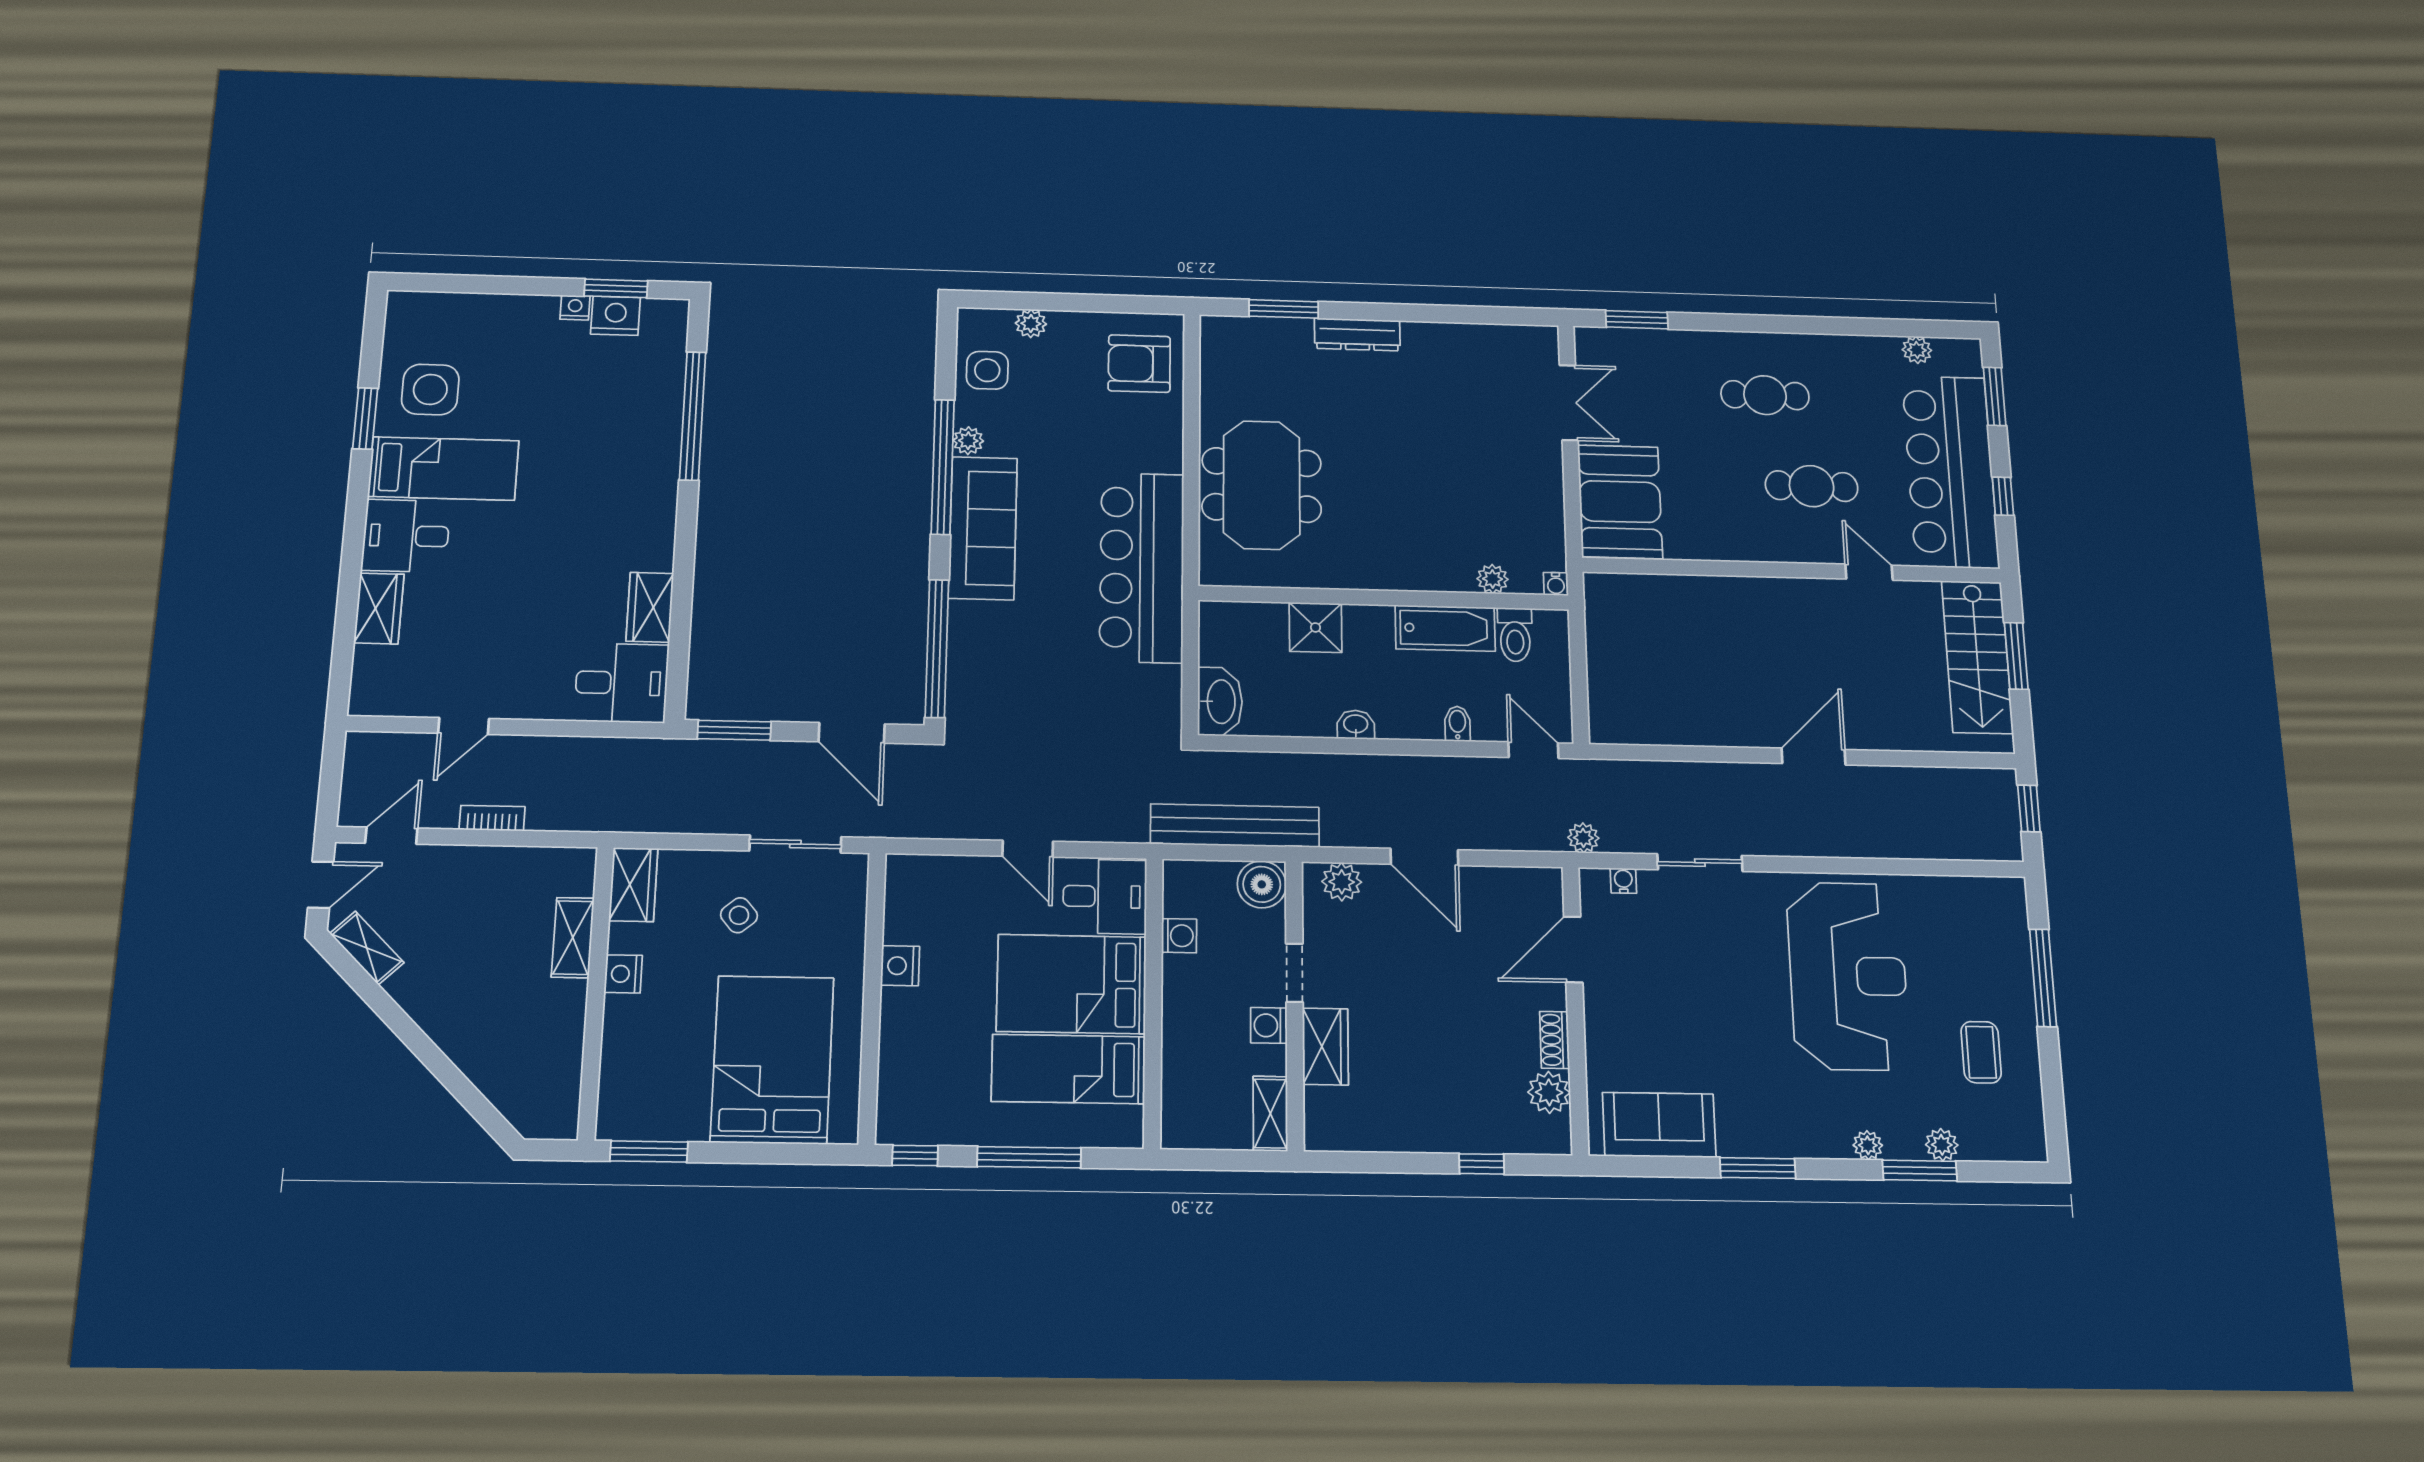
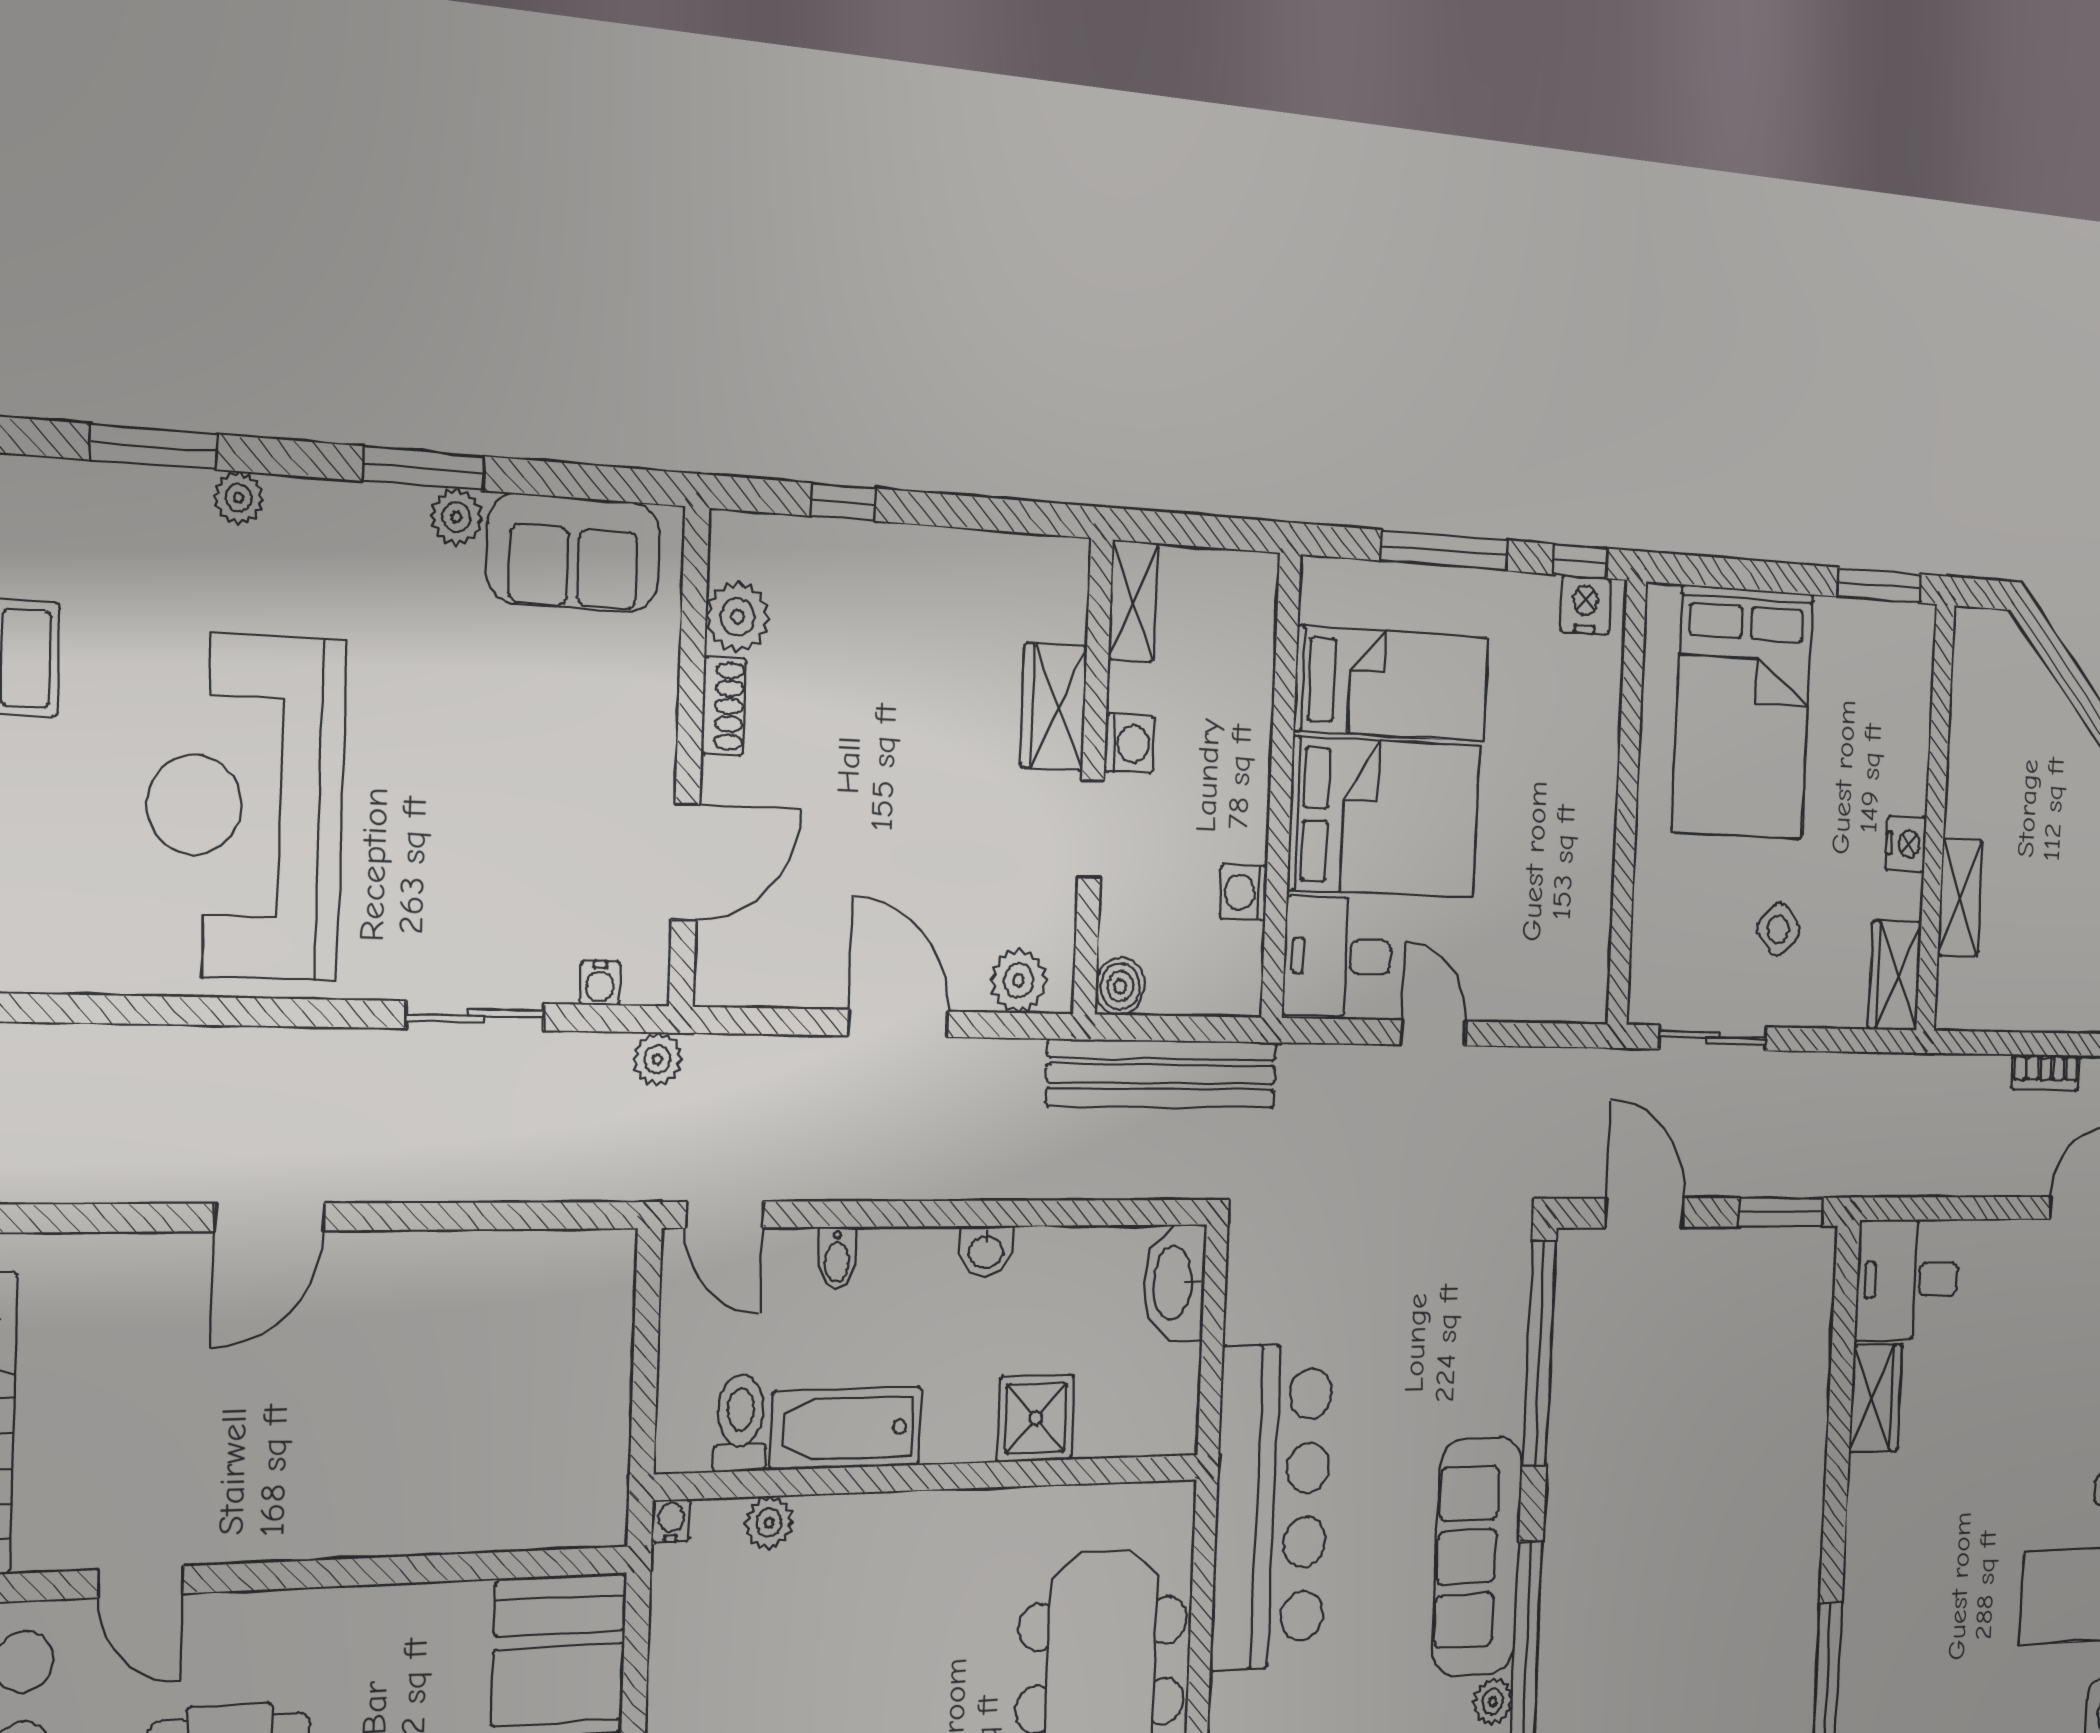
boiler: (1262, 884) -> (1120, 986), width x0.73, depth x0.73
nightstand: (900, 966) -> (1585, 605), moved, turned -90
plant: (1942, 1145) -> (456, 517), moved

